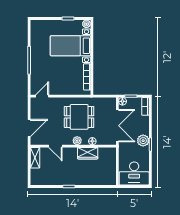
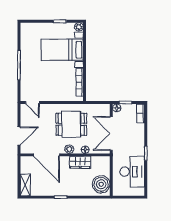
door: (42, 96) -> (33, 103), swing flipped
double door: (117, 126) -> (111, 133), swing flipped
plant: (143, 141) -> (138, 149), removed
door: (55, 146) -> (46, 155), width x1.88
shelving: (35, 158) -> (25, 185), moved
boiler: (108, 174) -> (101, 184), added
desk: (134, 174) -> (132, 172), moved, turned -90

